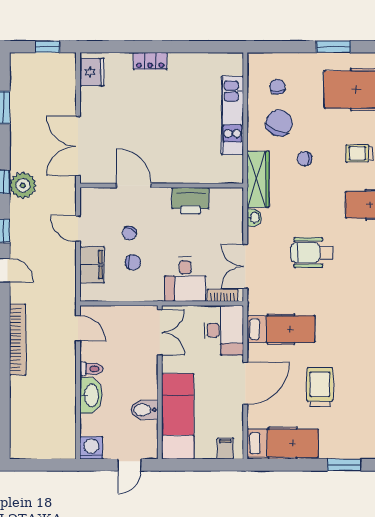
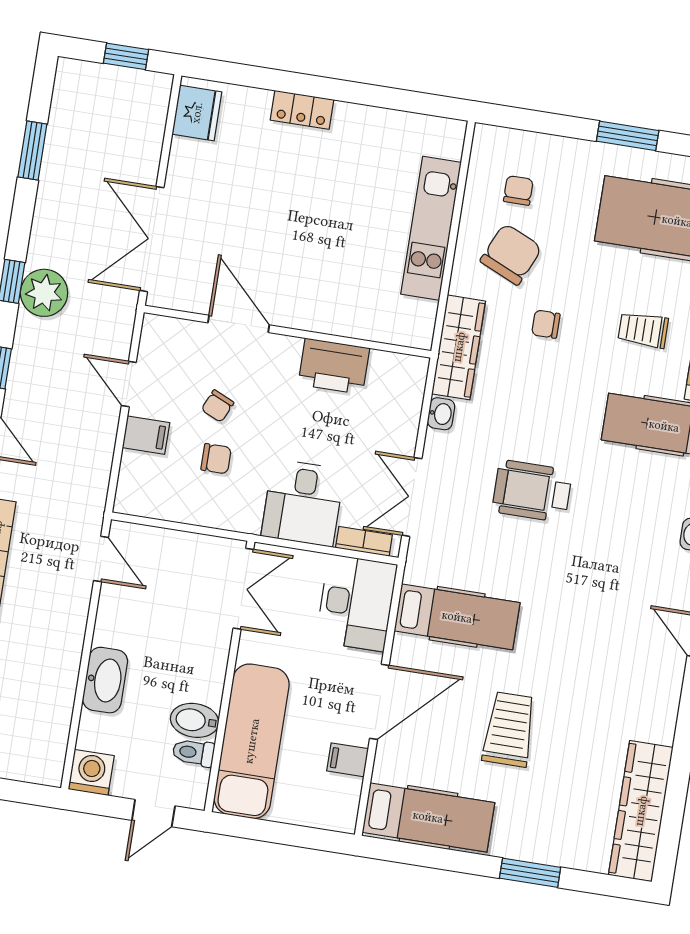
filing cabinet: (92, 265) -> (146, 435), width x0.50
toilet: (91, 369) -> (194, 753), moved, turned 180
filing cabinet: (225, 449) -> (348, 760), moved, turned -90

